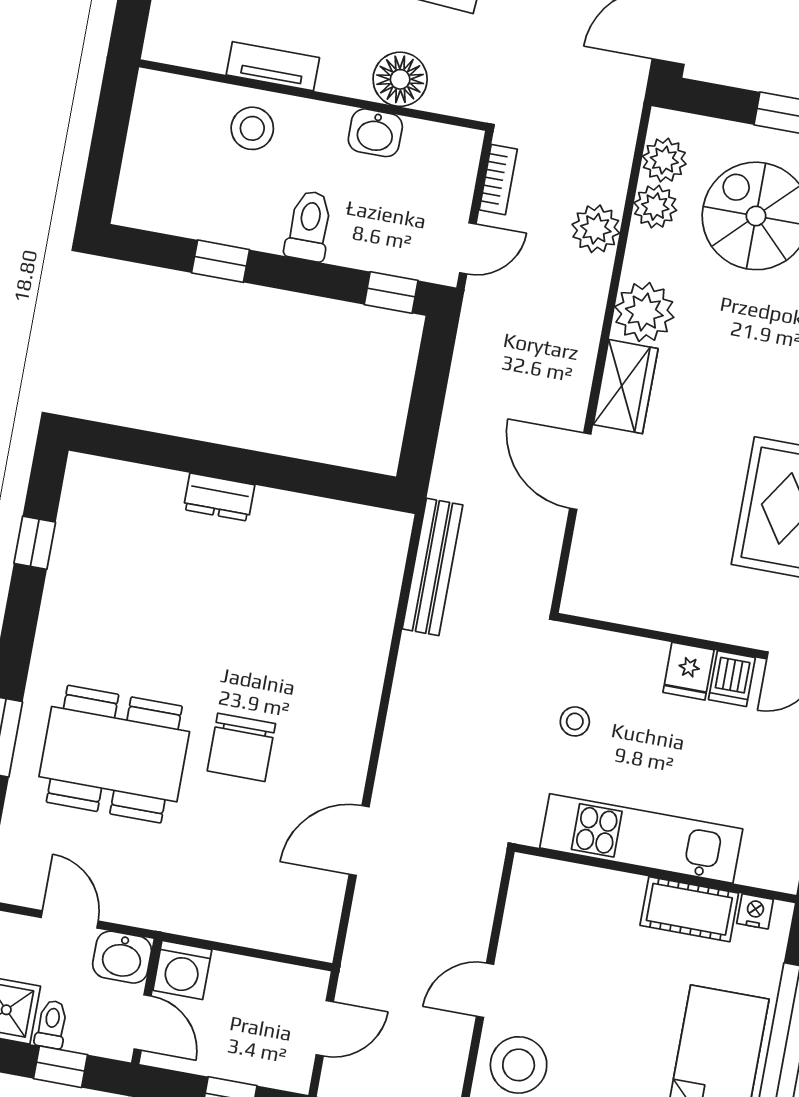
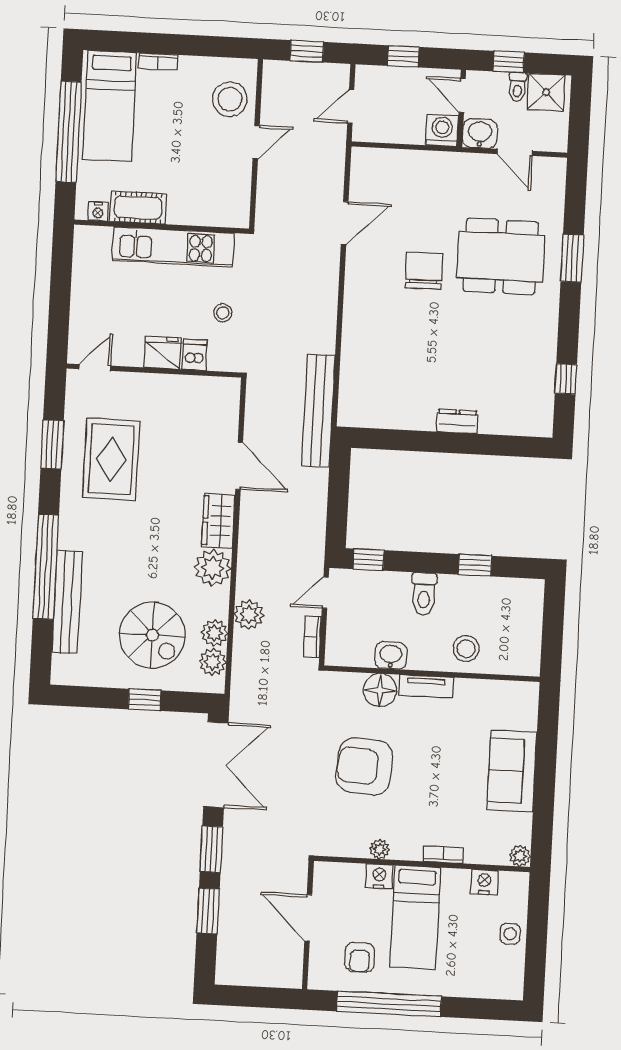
tv unit: (273, 66) -> (426, 686), moved
bench: (433, 567) -> (318, 411), width x1.37, depth x1.21
fridge: (688, 671) -> (163, 353), width x1.38
dishwasher: (732, 679) -> (195, 355), moved

